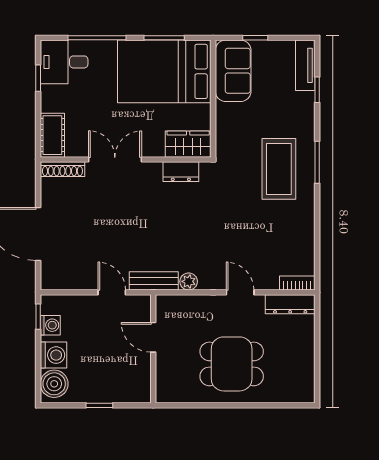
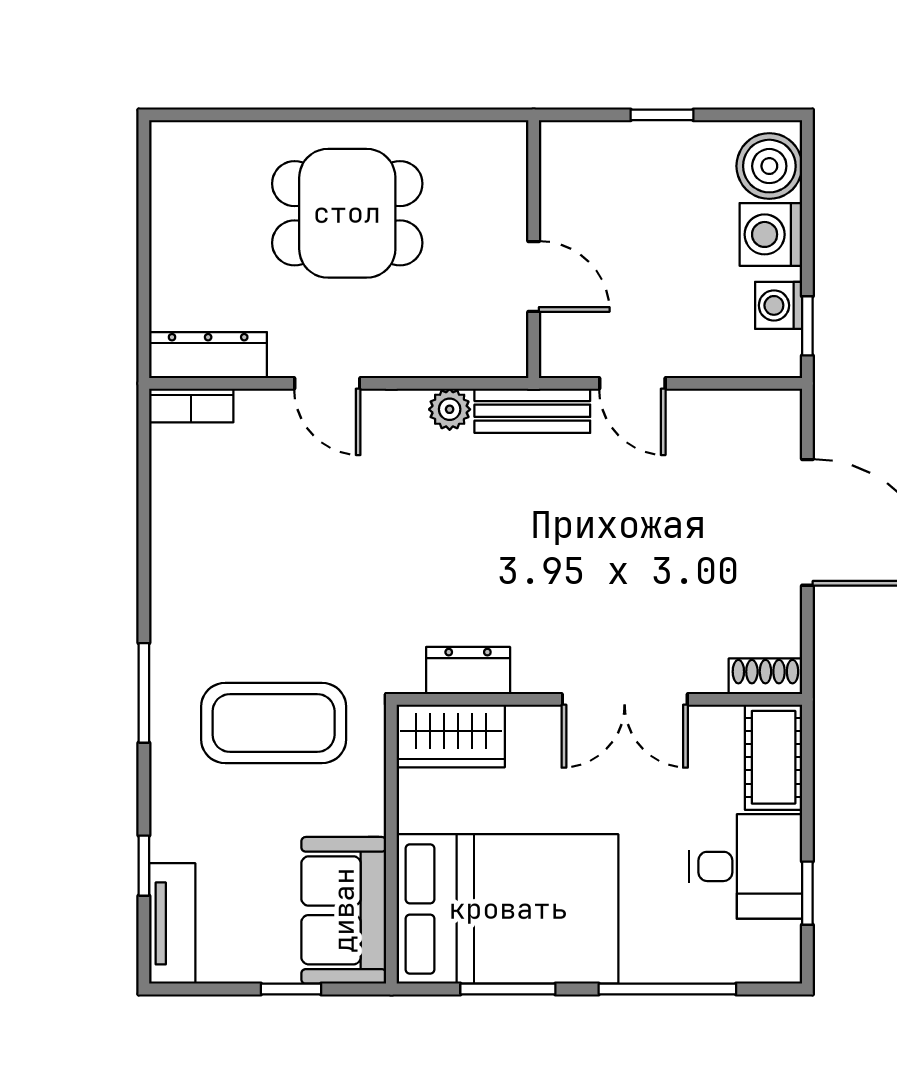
desk: (64, 62) -> (746, 866), moved
shoe rack: (62, 169) -> (765, 676), width x0.70
coffee table: (279, 169) -> (274, 723), moved, turned 90

